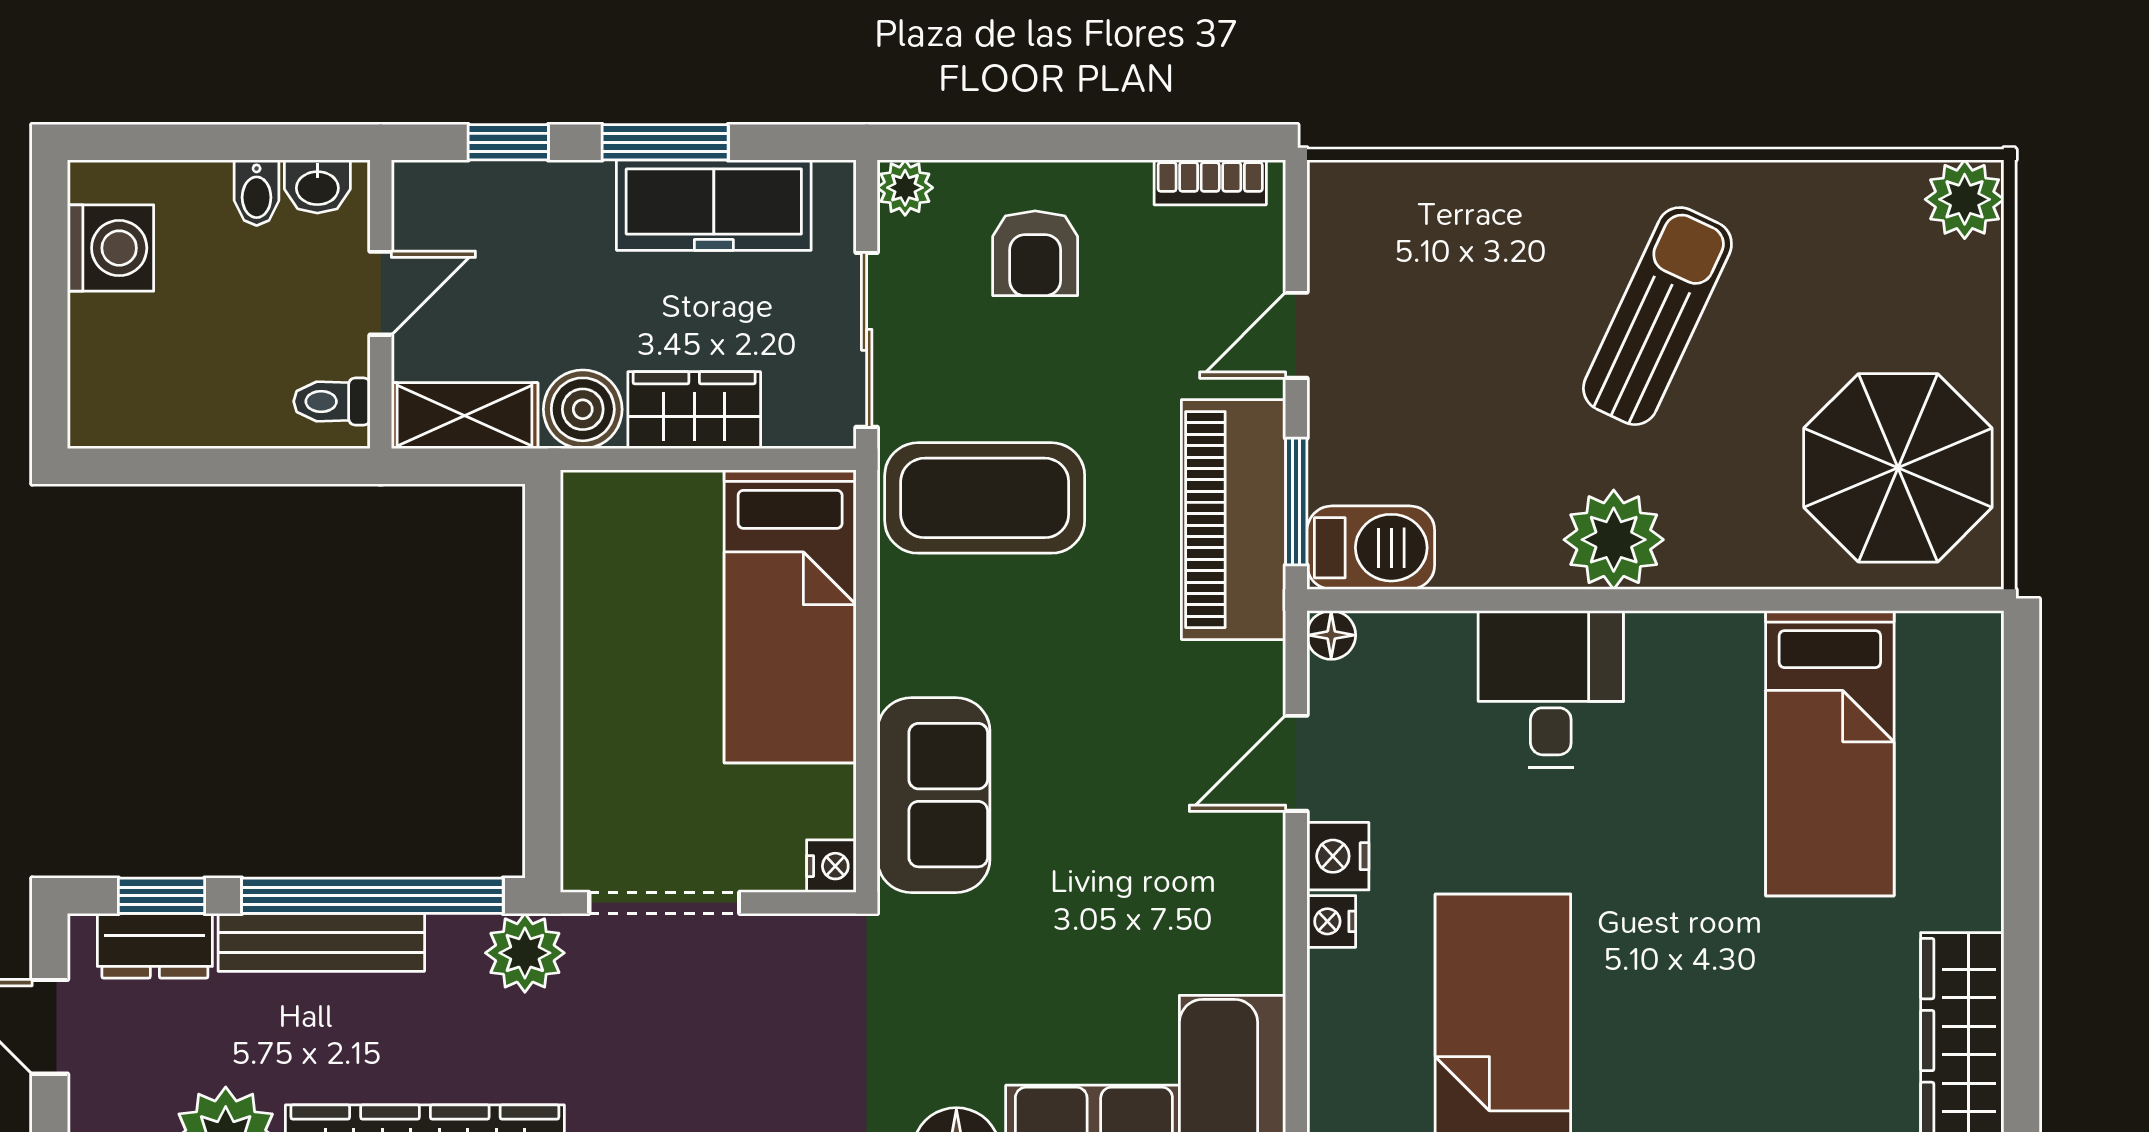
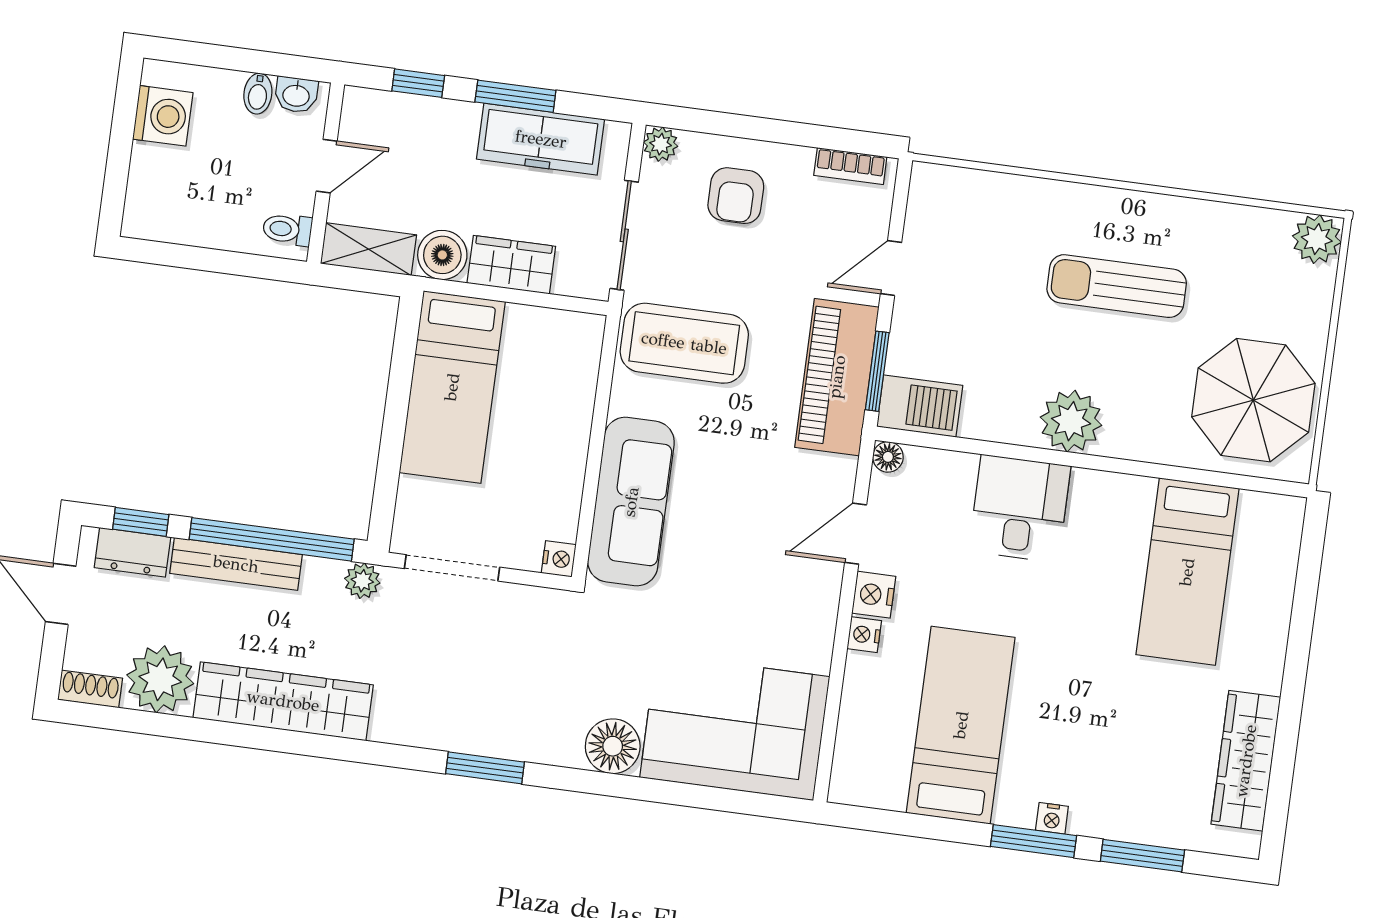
sun lounger: (1657, 316) -> (1117, 286), turned -115
bed: (790, 616) -> (452, 387), moved
sofa: (934, 795) -> (631, 502), width x1.36
plant: (525, 953) -> (362, 581), width x0.73, depth x0.73

